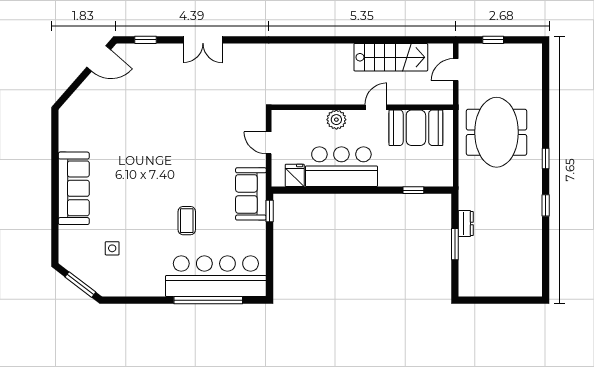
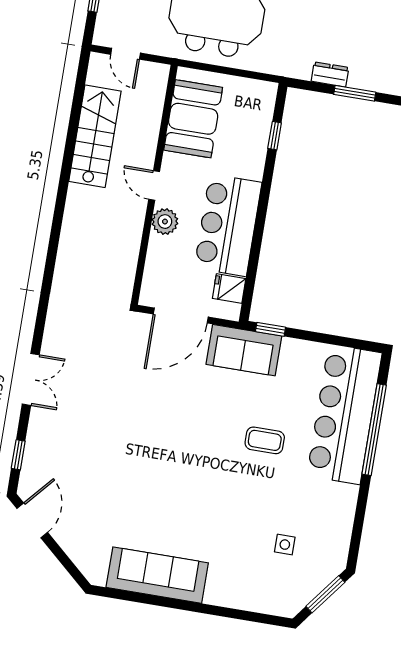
door: (376, 107) -> (154, 185), moved
door: (269, 143) -> (181, 316), width x1.88
sofa: (74, 188) -> (157, 575), moved

